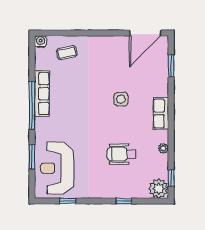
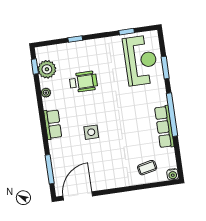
window: (171, 66) -> (50, 169), width x1.44
plant: (159, 189) -> (47, 69), moved

